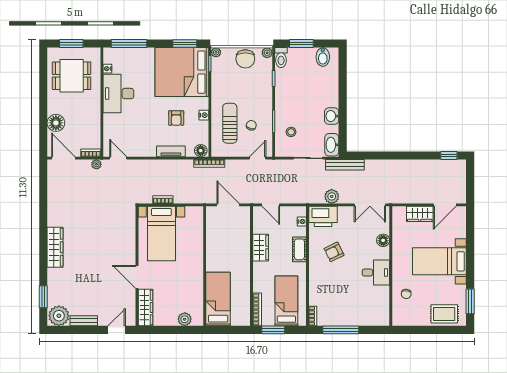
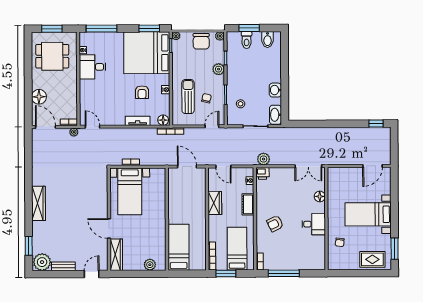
toilet: (281, 58) -> (247, 40), moved
plant: (265, 91) -> (219, 69), added
desk: (118, 94) -> (92, 67), width x0.73
bench: (345, 165) -> (287, 132), removed
plant: (332, 196) -> (264, 159), moved
wardrobe: (420, 214) -> (351, 174), removed
printer: (323, 216) -> (262, 173), width x0.53, depth x0.68
armchair: (334, 252) -> (275, 224), moved

